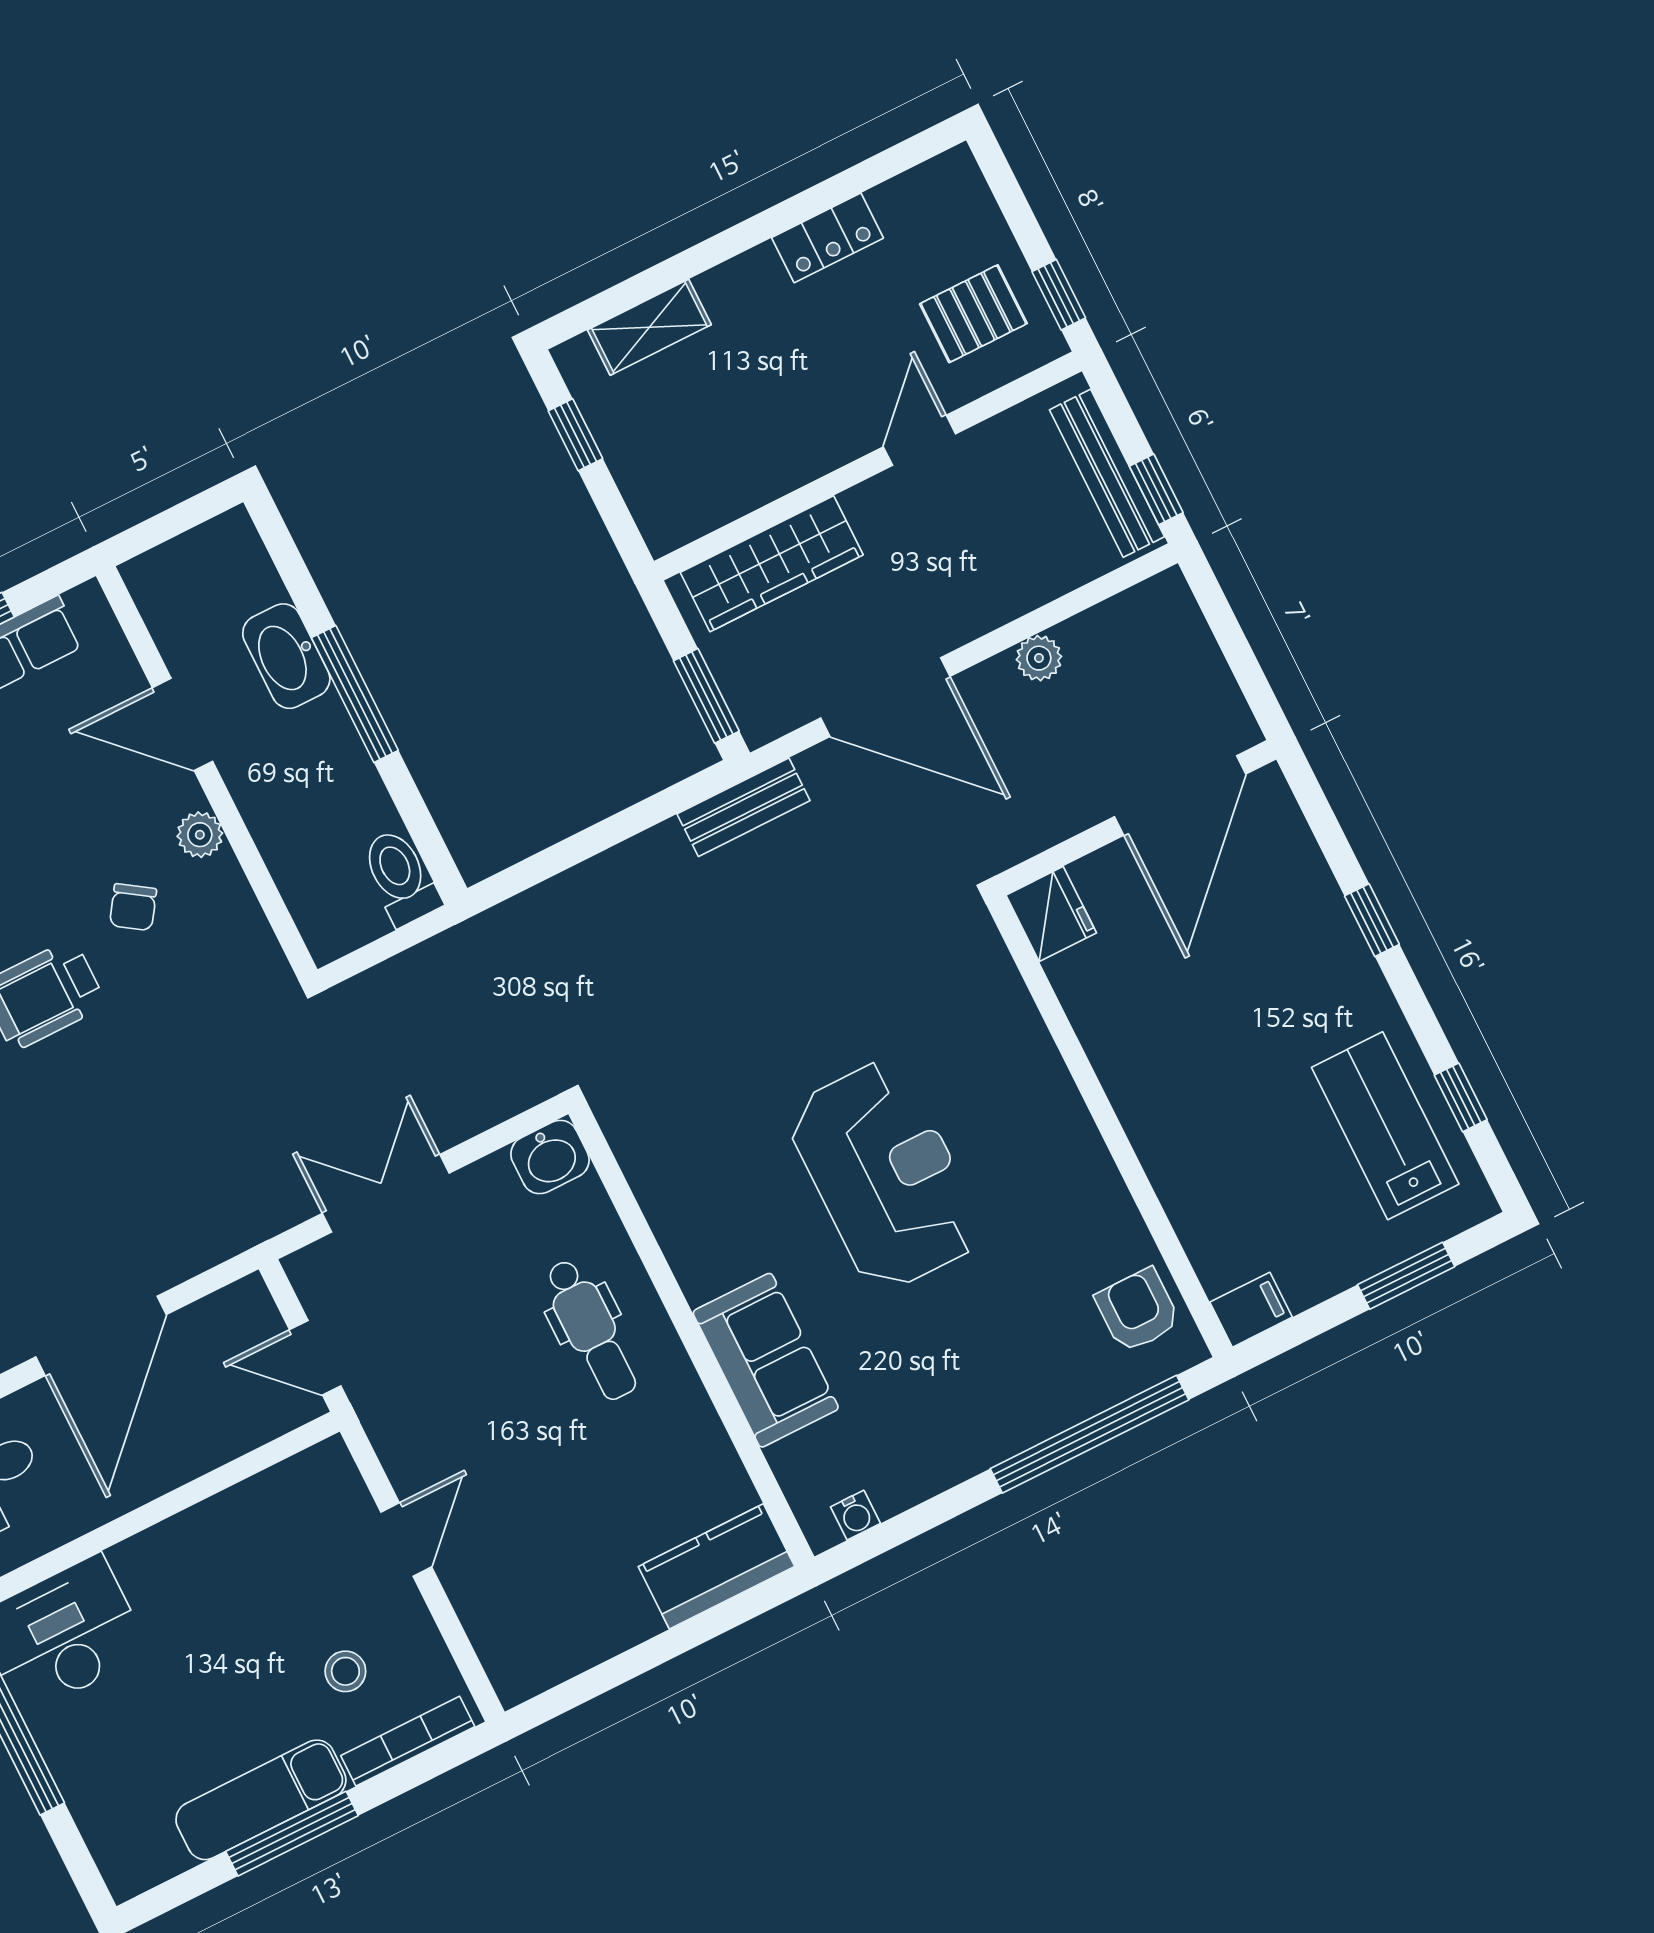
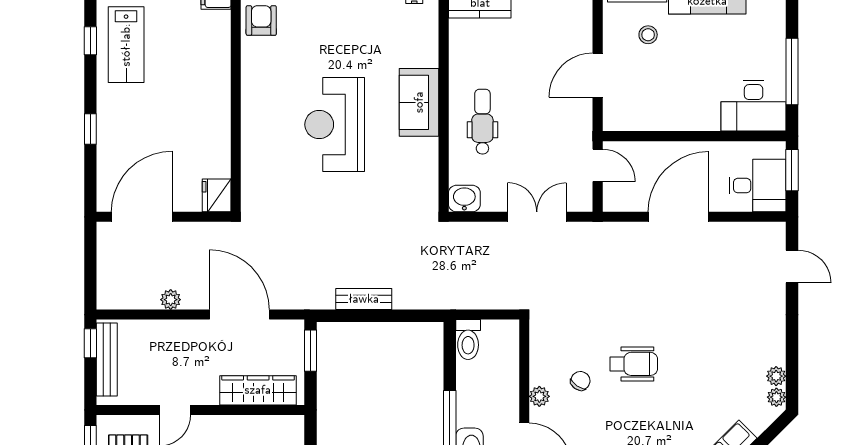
bench: (744, 807) -> (364, 299), moved
double door: (386, 1193) -> (537, 217), swing flipped
armchair: (1138, 1310) -> (261, 21), turned 180
sofa: (766, 1360) -> (419, 102), moved
door: (406, 1540) -> (598, 75), width x1.38

